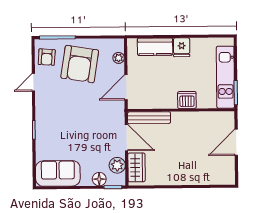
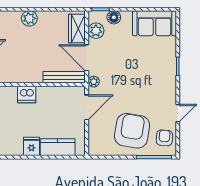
plant: (119, 58) -> (94, 82), moved
plant: (185, 177) -> (29, 18), added

